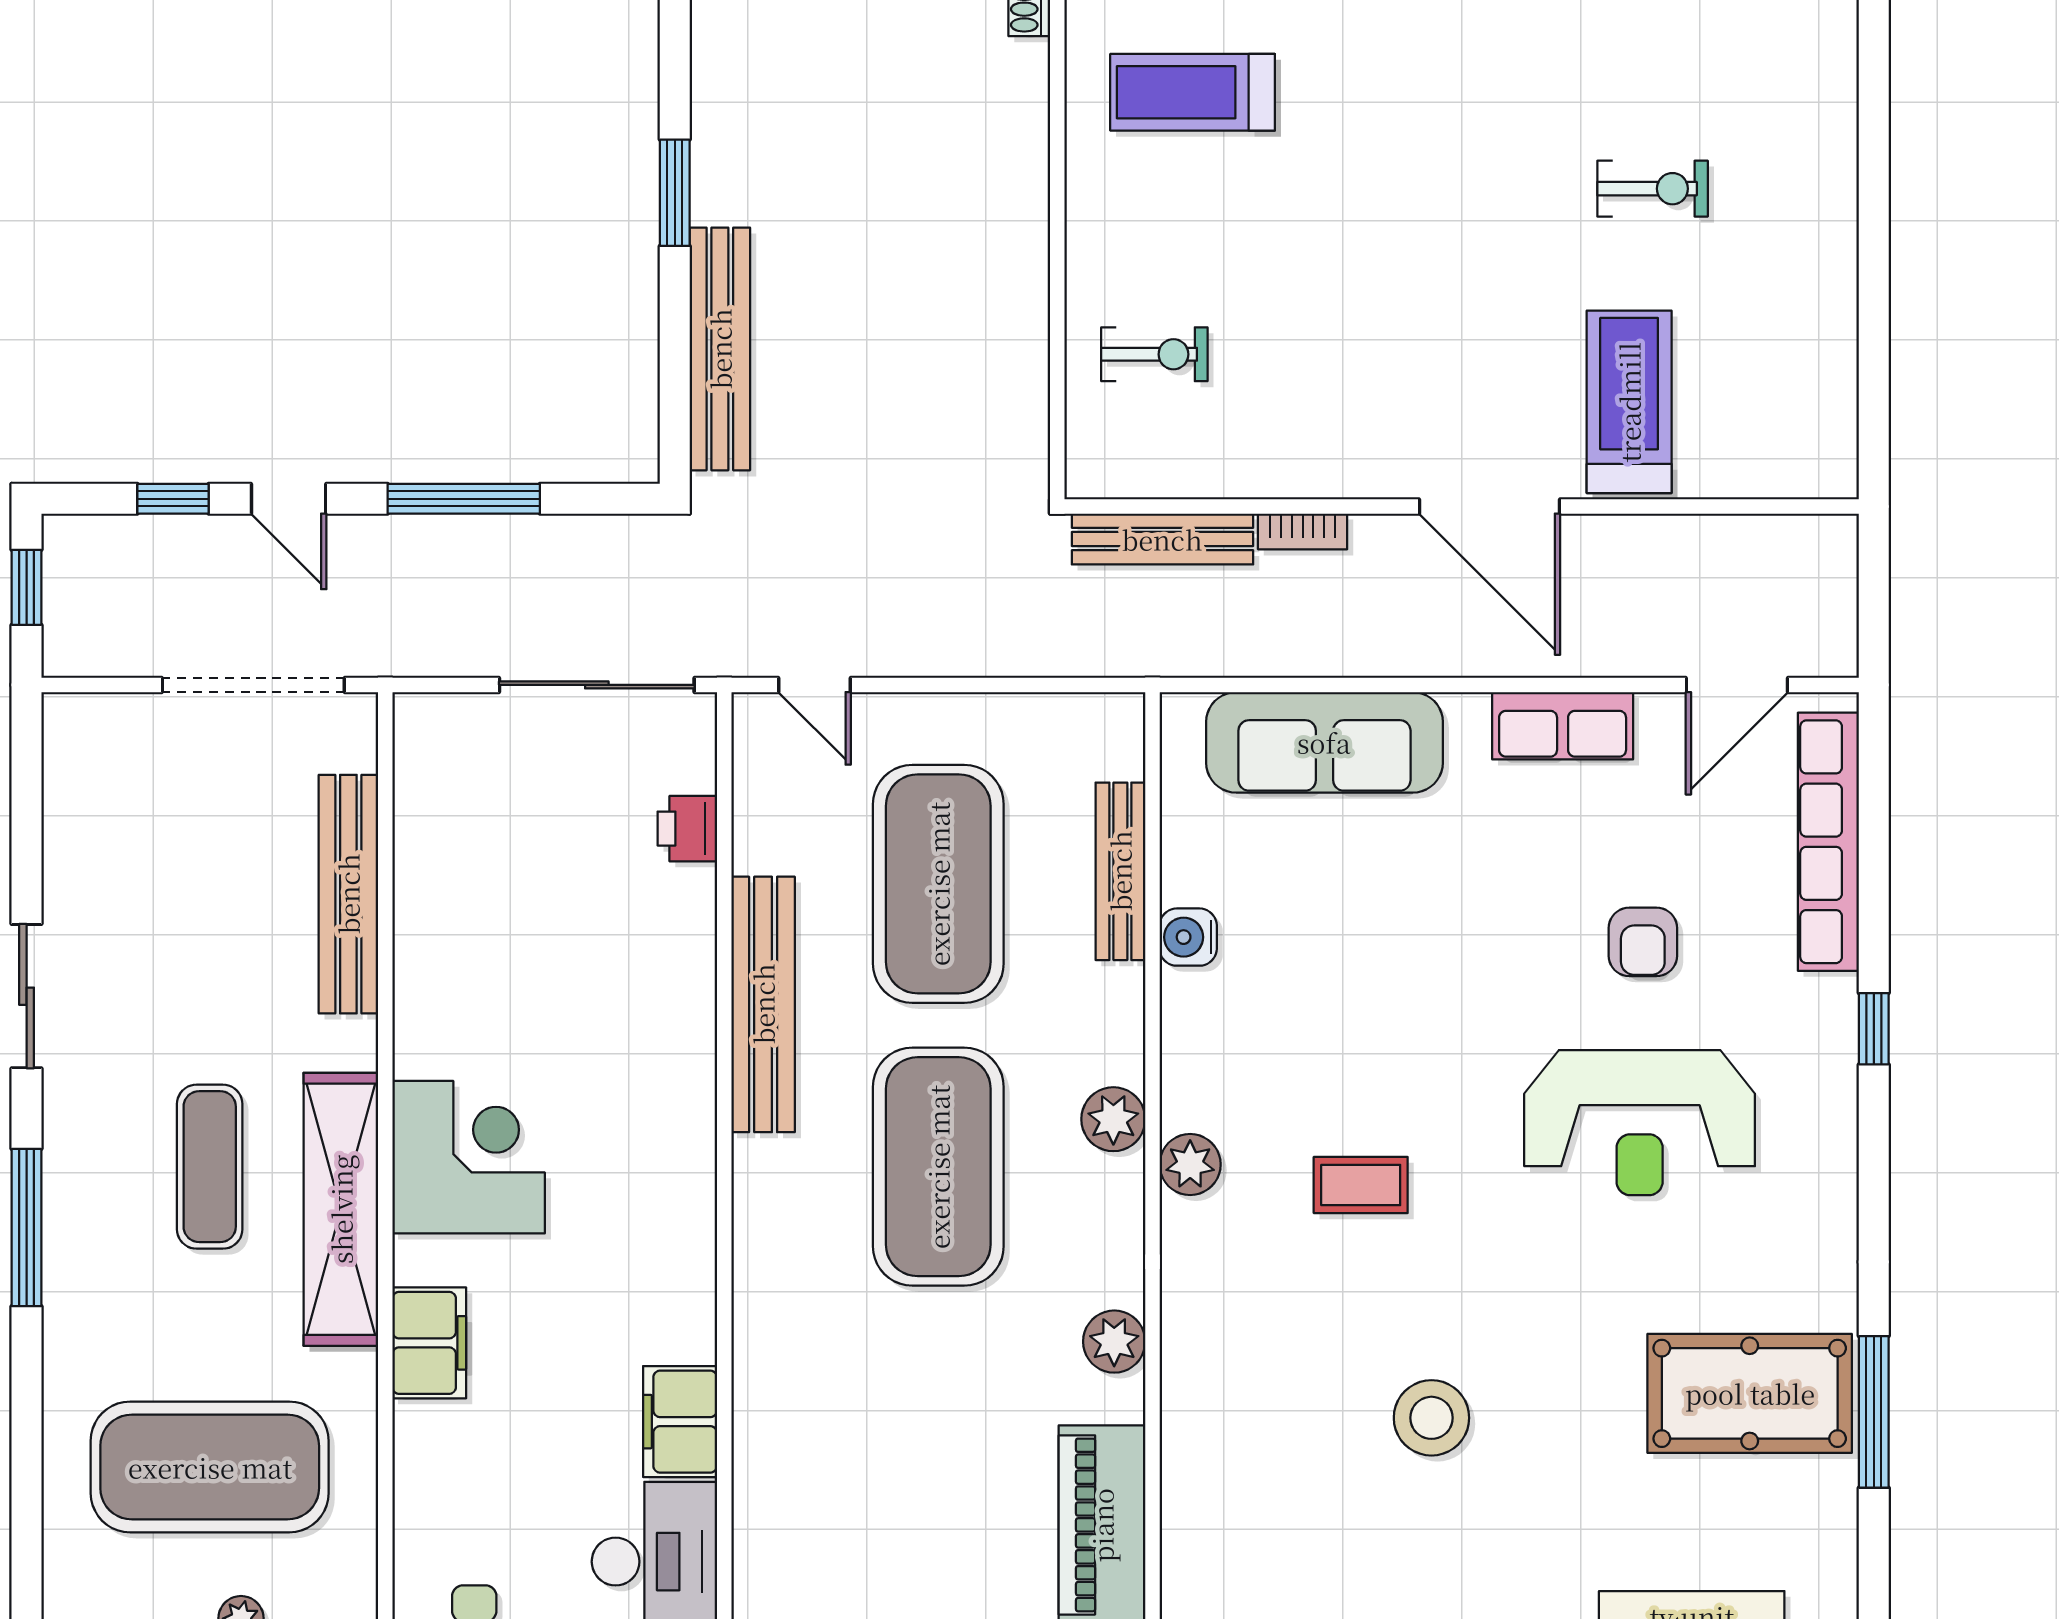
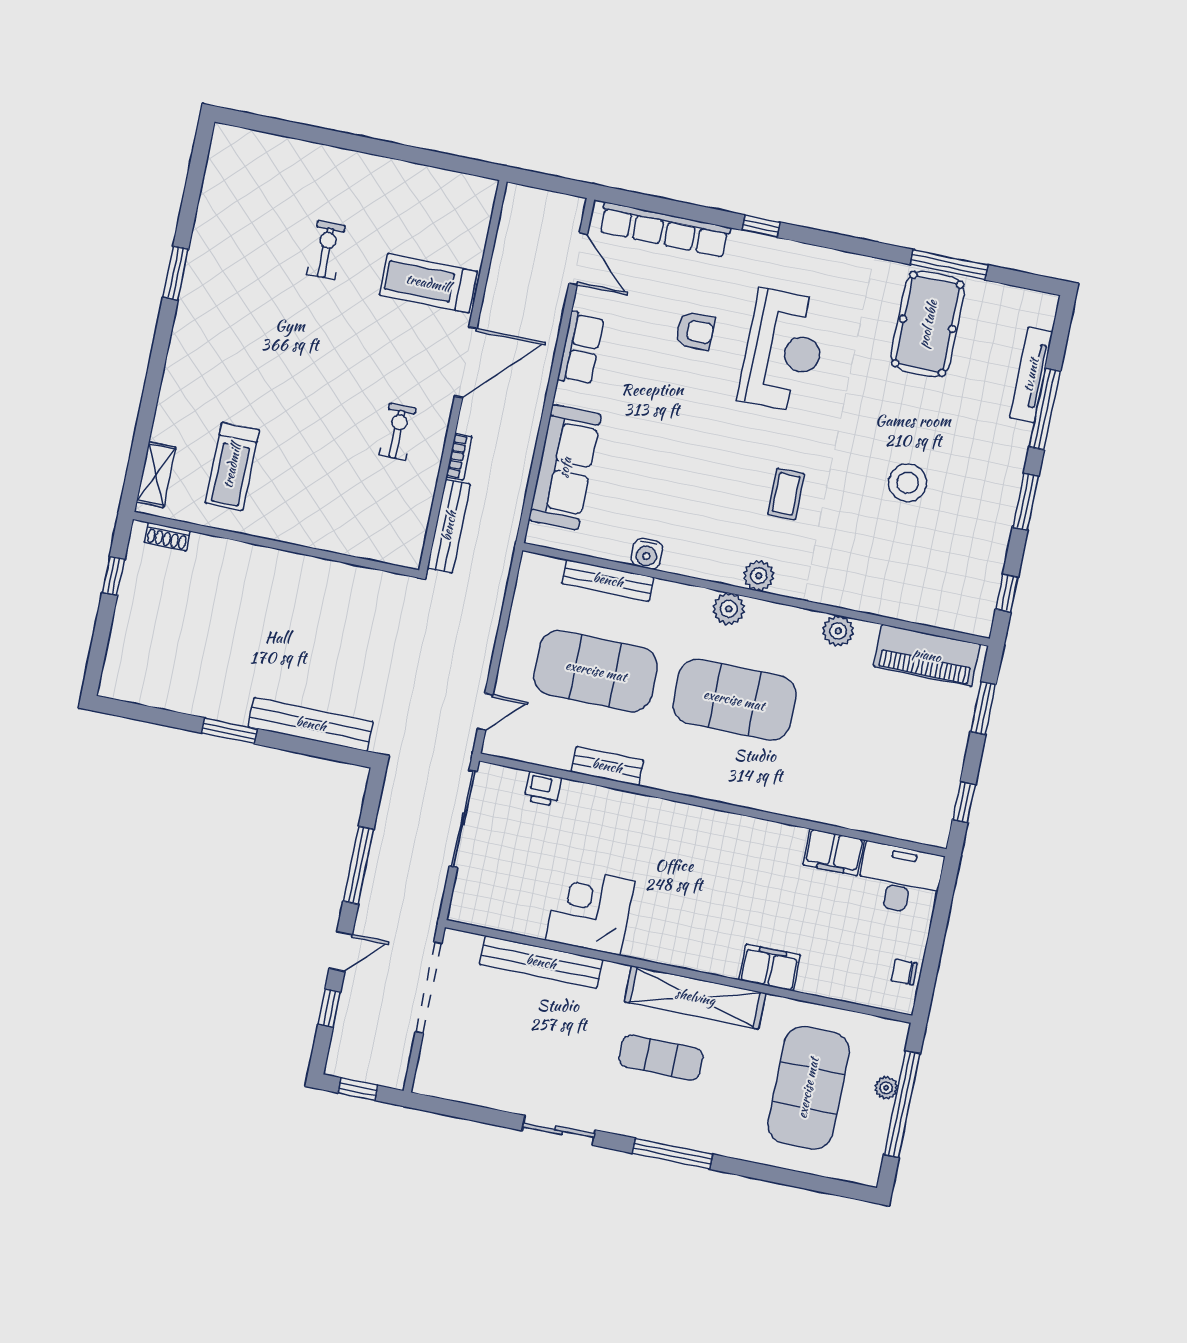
exercise bike: (1154, 354) -> (398, 432), moved
bench: (763, 1004) -> (607, 766), width x0.54, depth x0.82
corner desk: (469, 1157) -> (590, 911), moved

